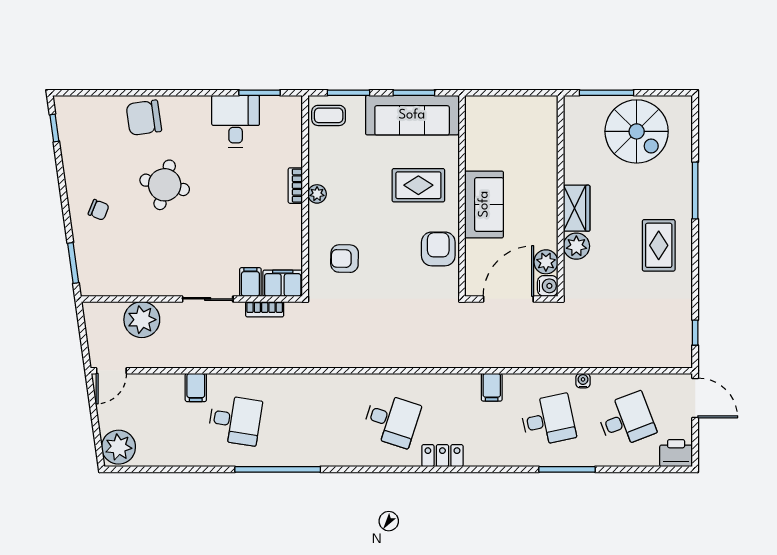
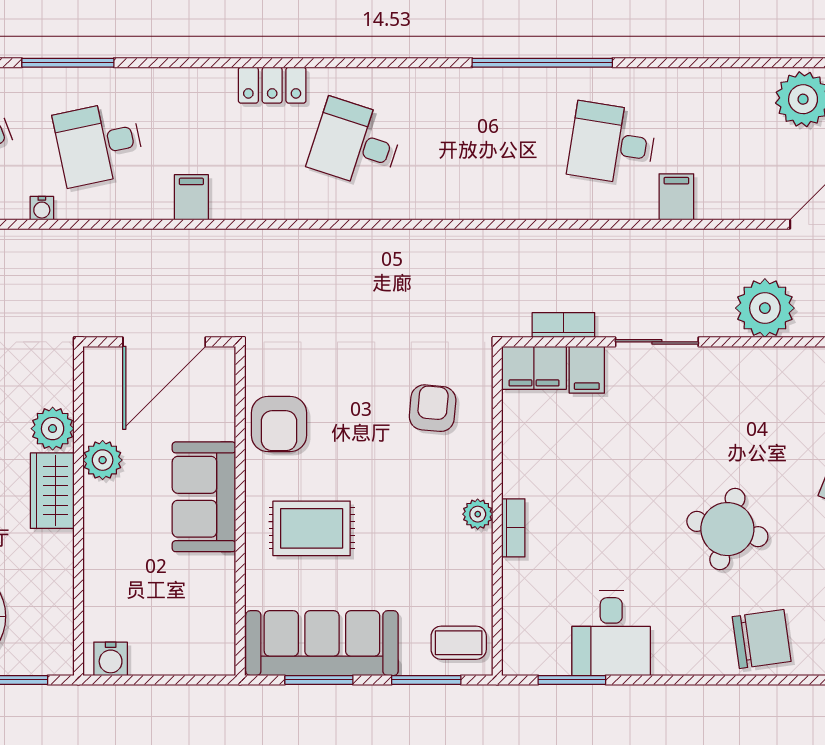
armchair: (345, 259) -> (433, 408), turned -86
plant: (546, 262) -> (103, 460), moved
water cooler: (548, 286) -> (111, 659), moved, turned -90

